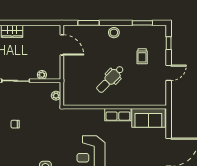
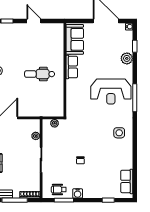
trolley: (142, 56) -> (19, 45), removed
dental chair: (110, 79) -> (40, 74), turned 135

